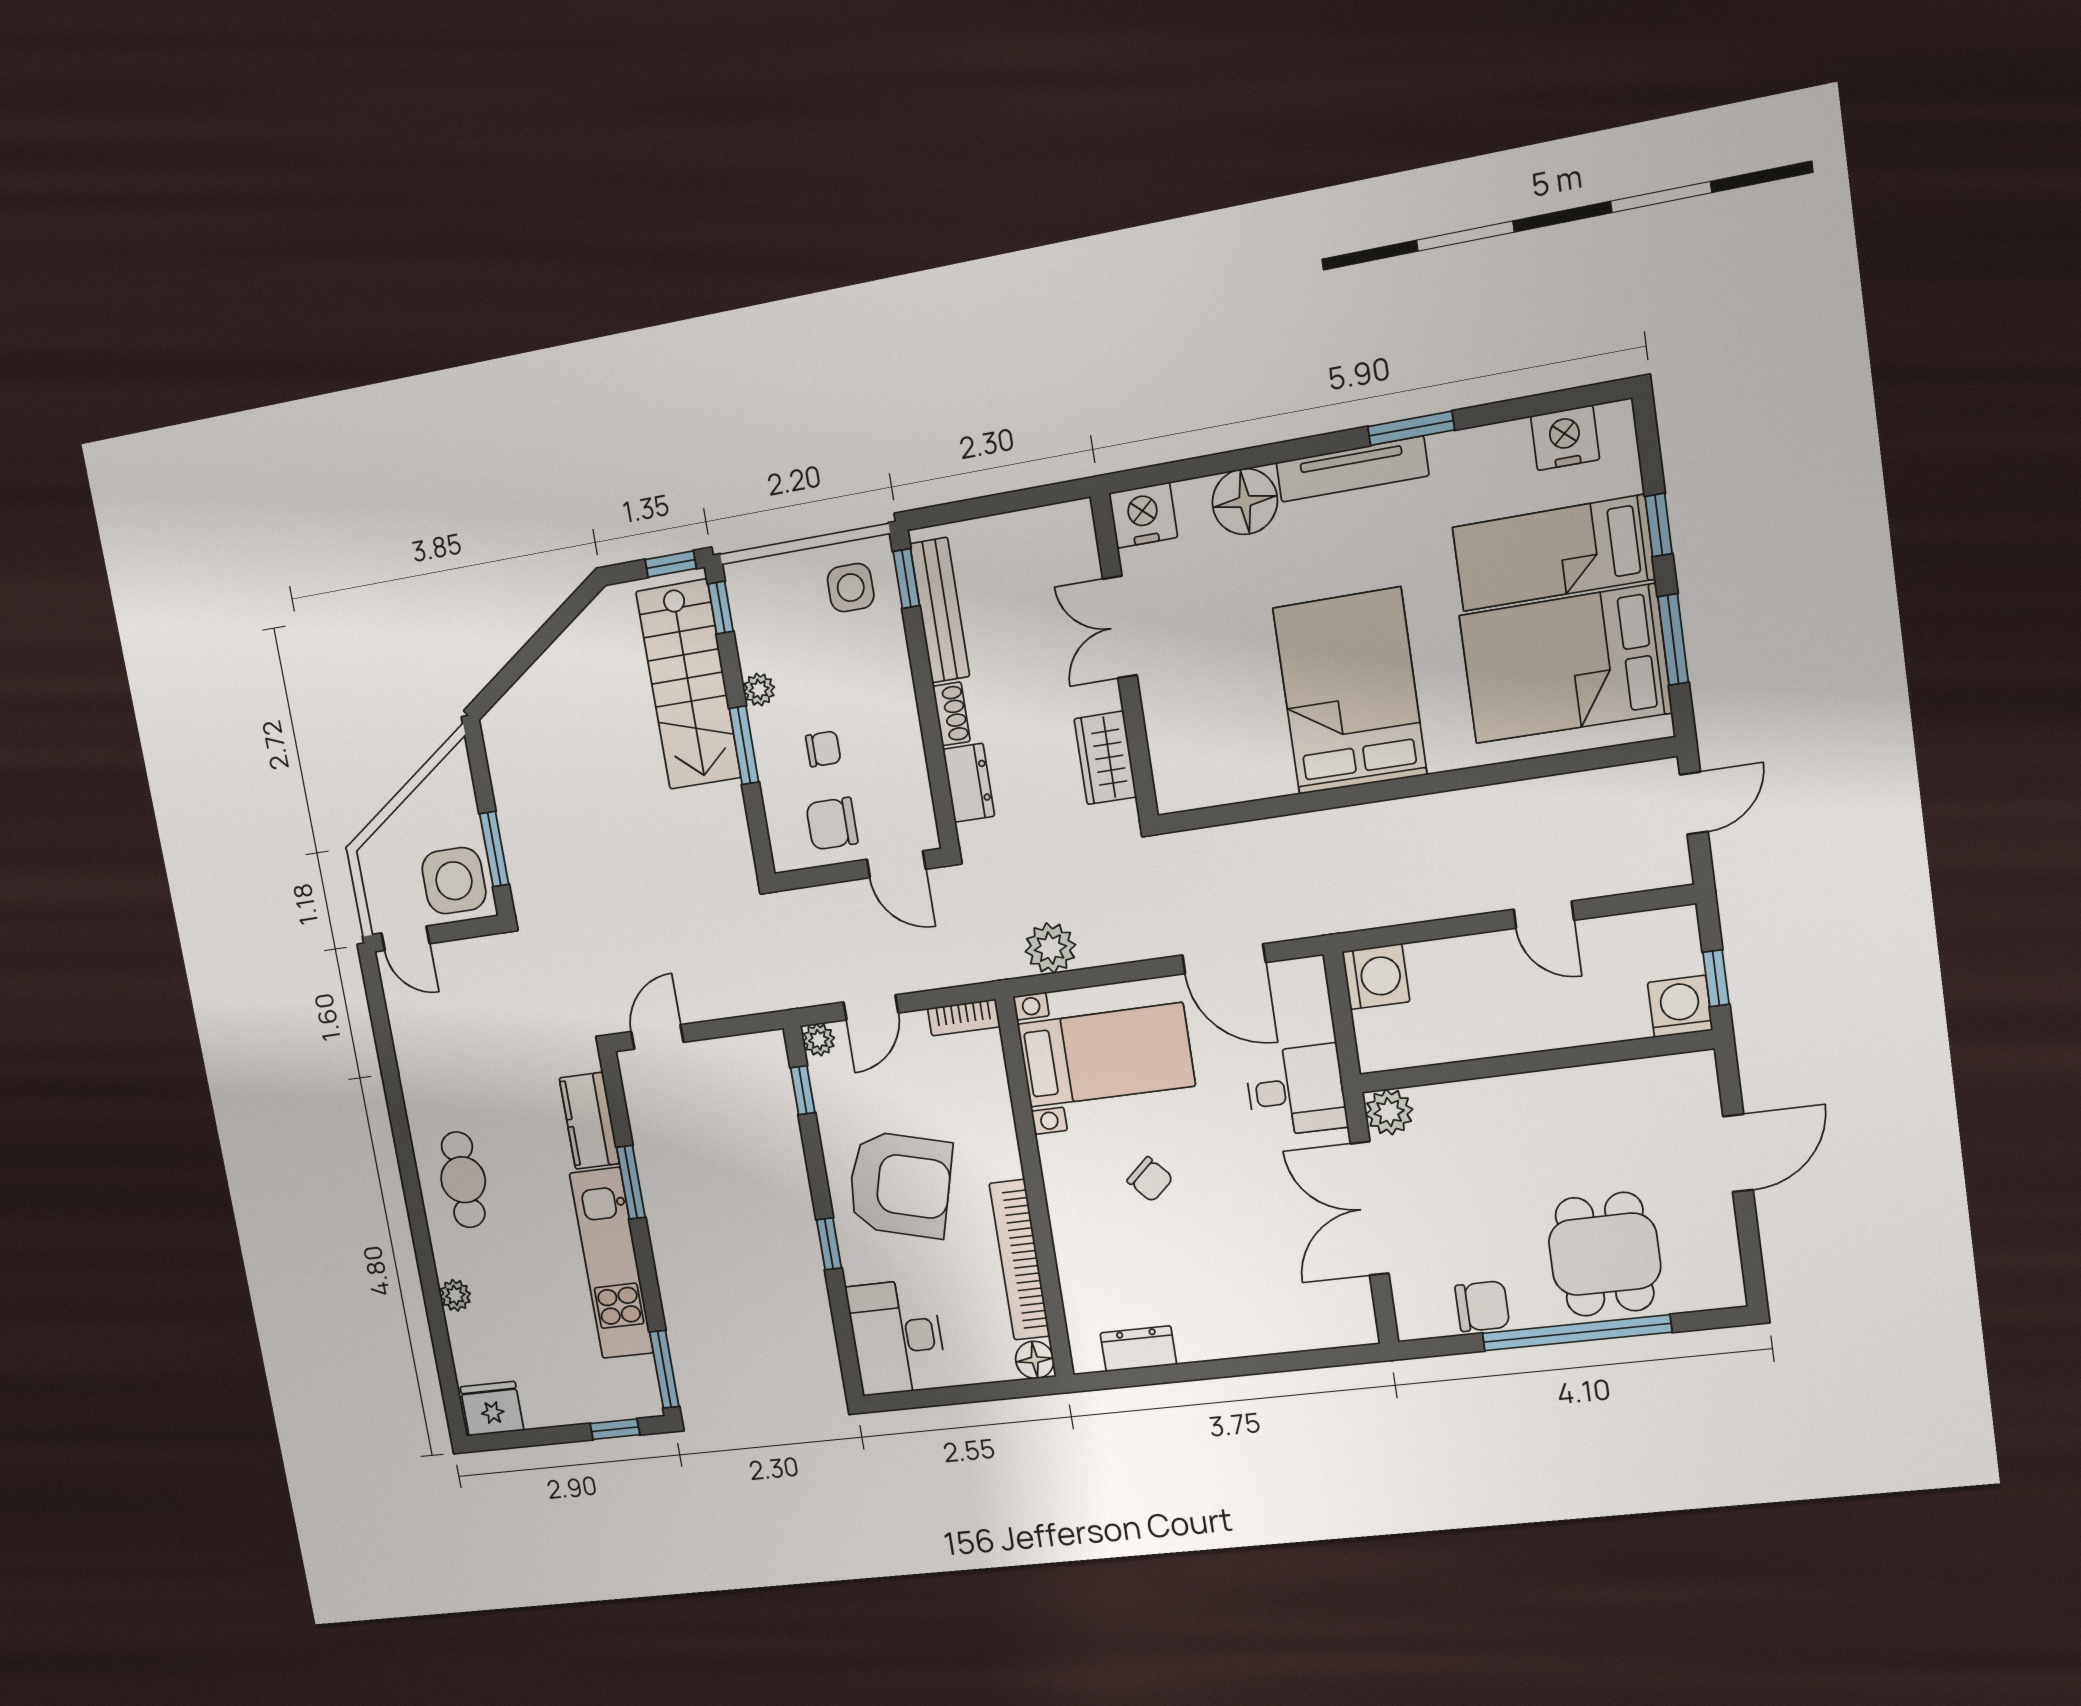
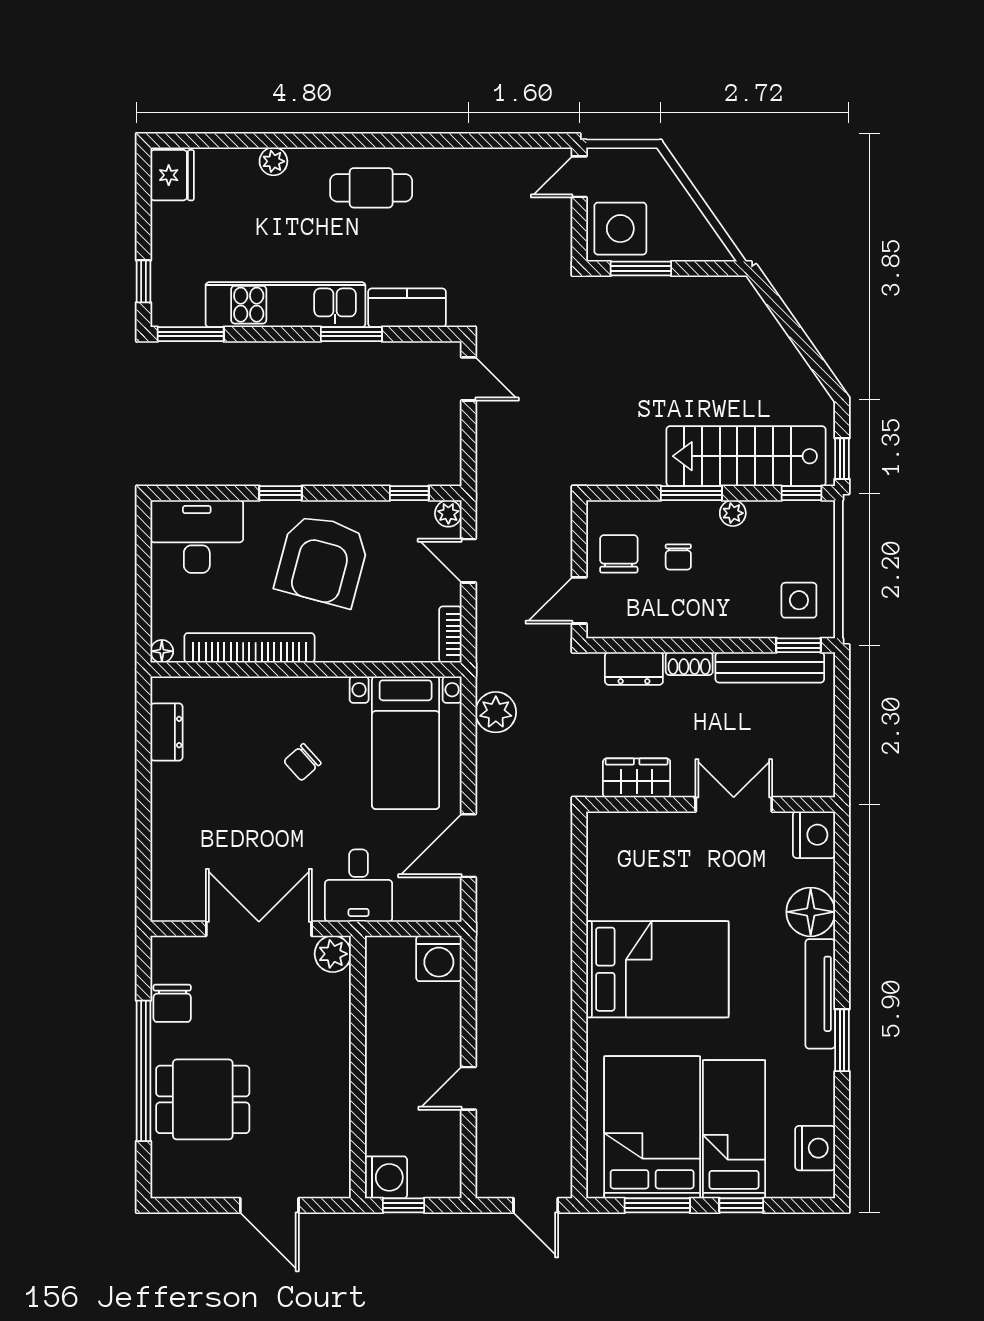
floor lamp: (1035, 1360) -> (162, 651), width x0.73, depth x0.73

